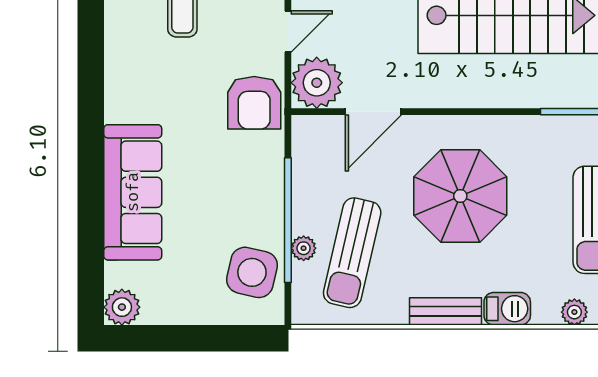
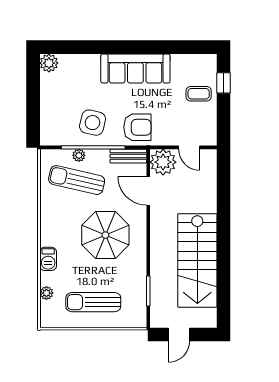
armchair: (254, 103) -> (137, 127), moved, turned 180
sofa: (133, 192) -> (135, 69), moved
side table: (252, 272) -> (93, 123), moved
bench: (445, 311) -> (128, 156), moved, turned 90

